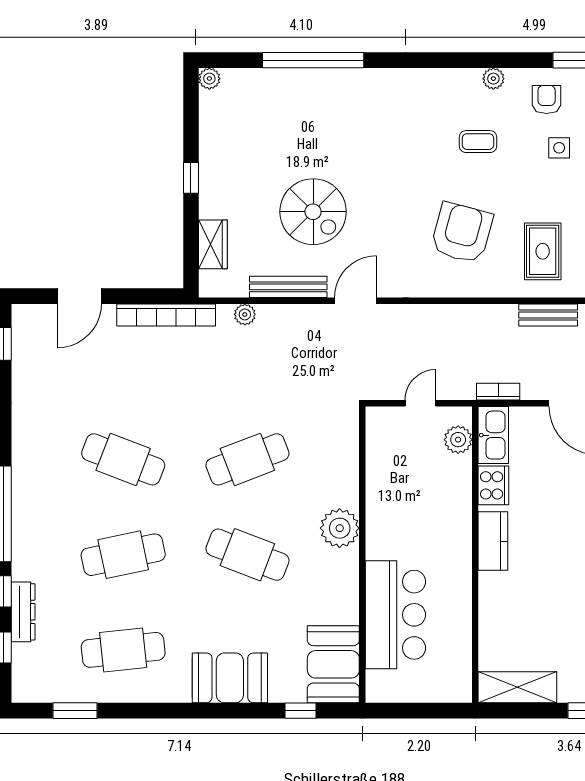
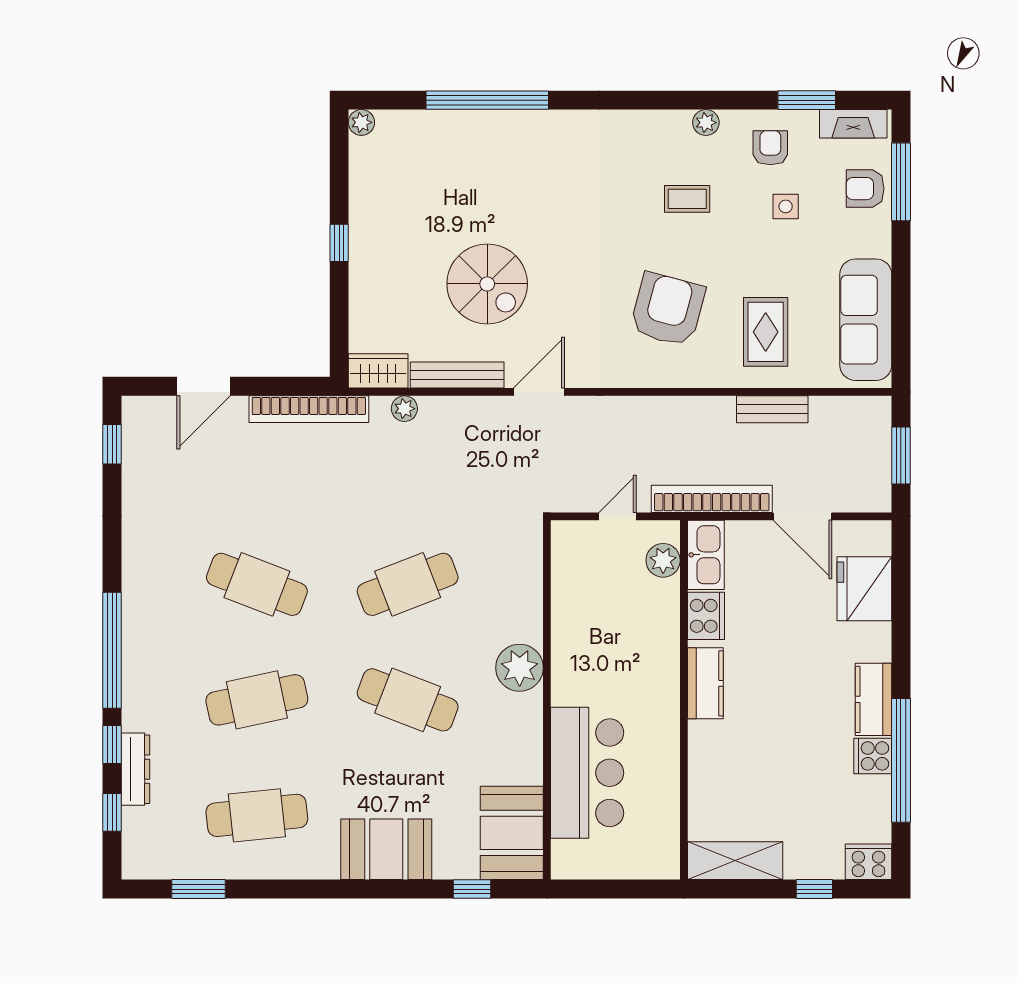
wardrobe: (213, 244) -> (378, 371), moved, turned -90
bookcase: (498, 392) -> (712, 499), width x2.31, depth x1.31

